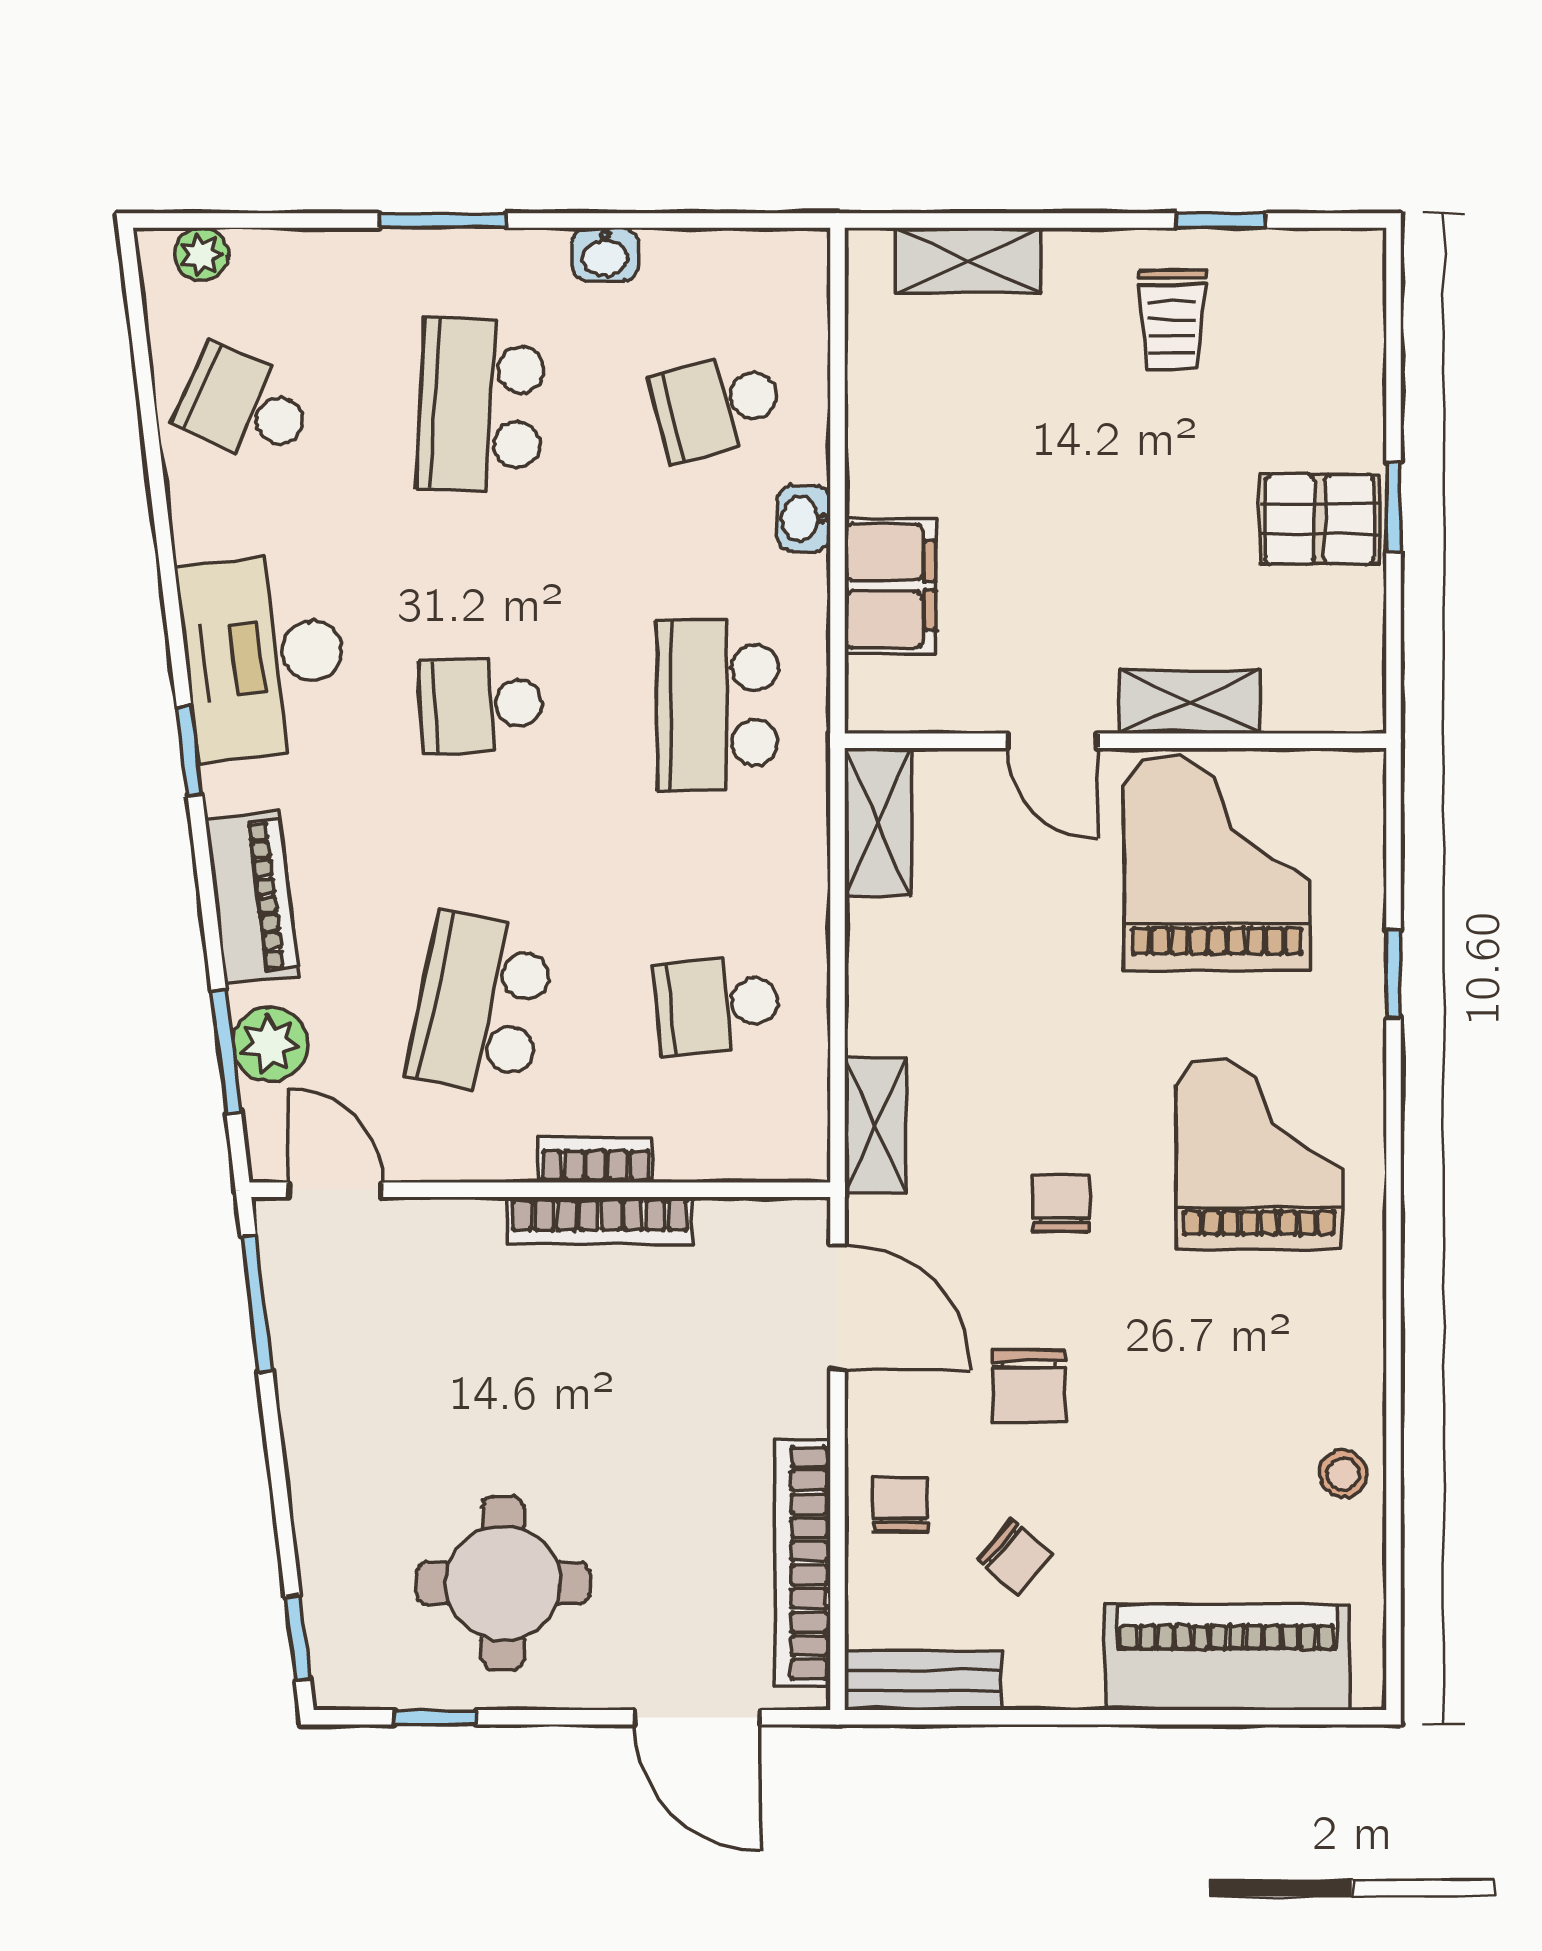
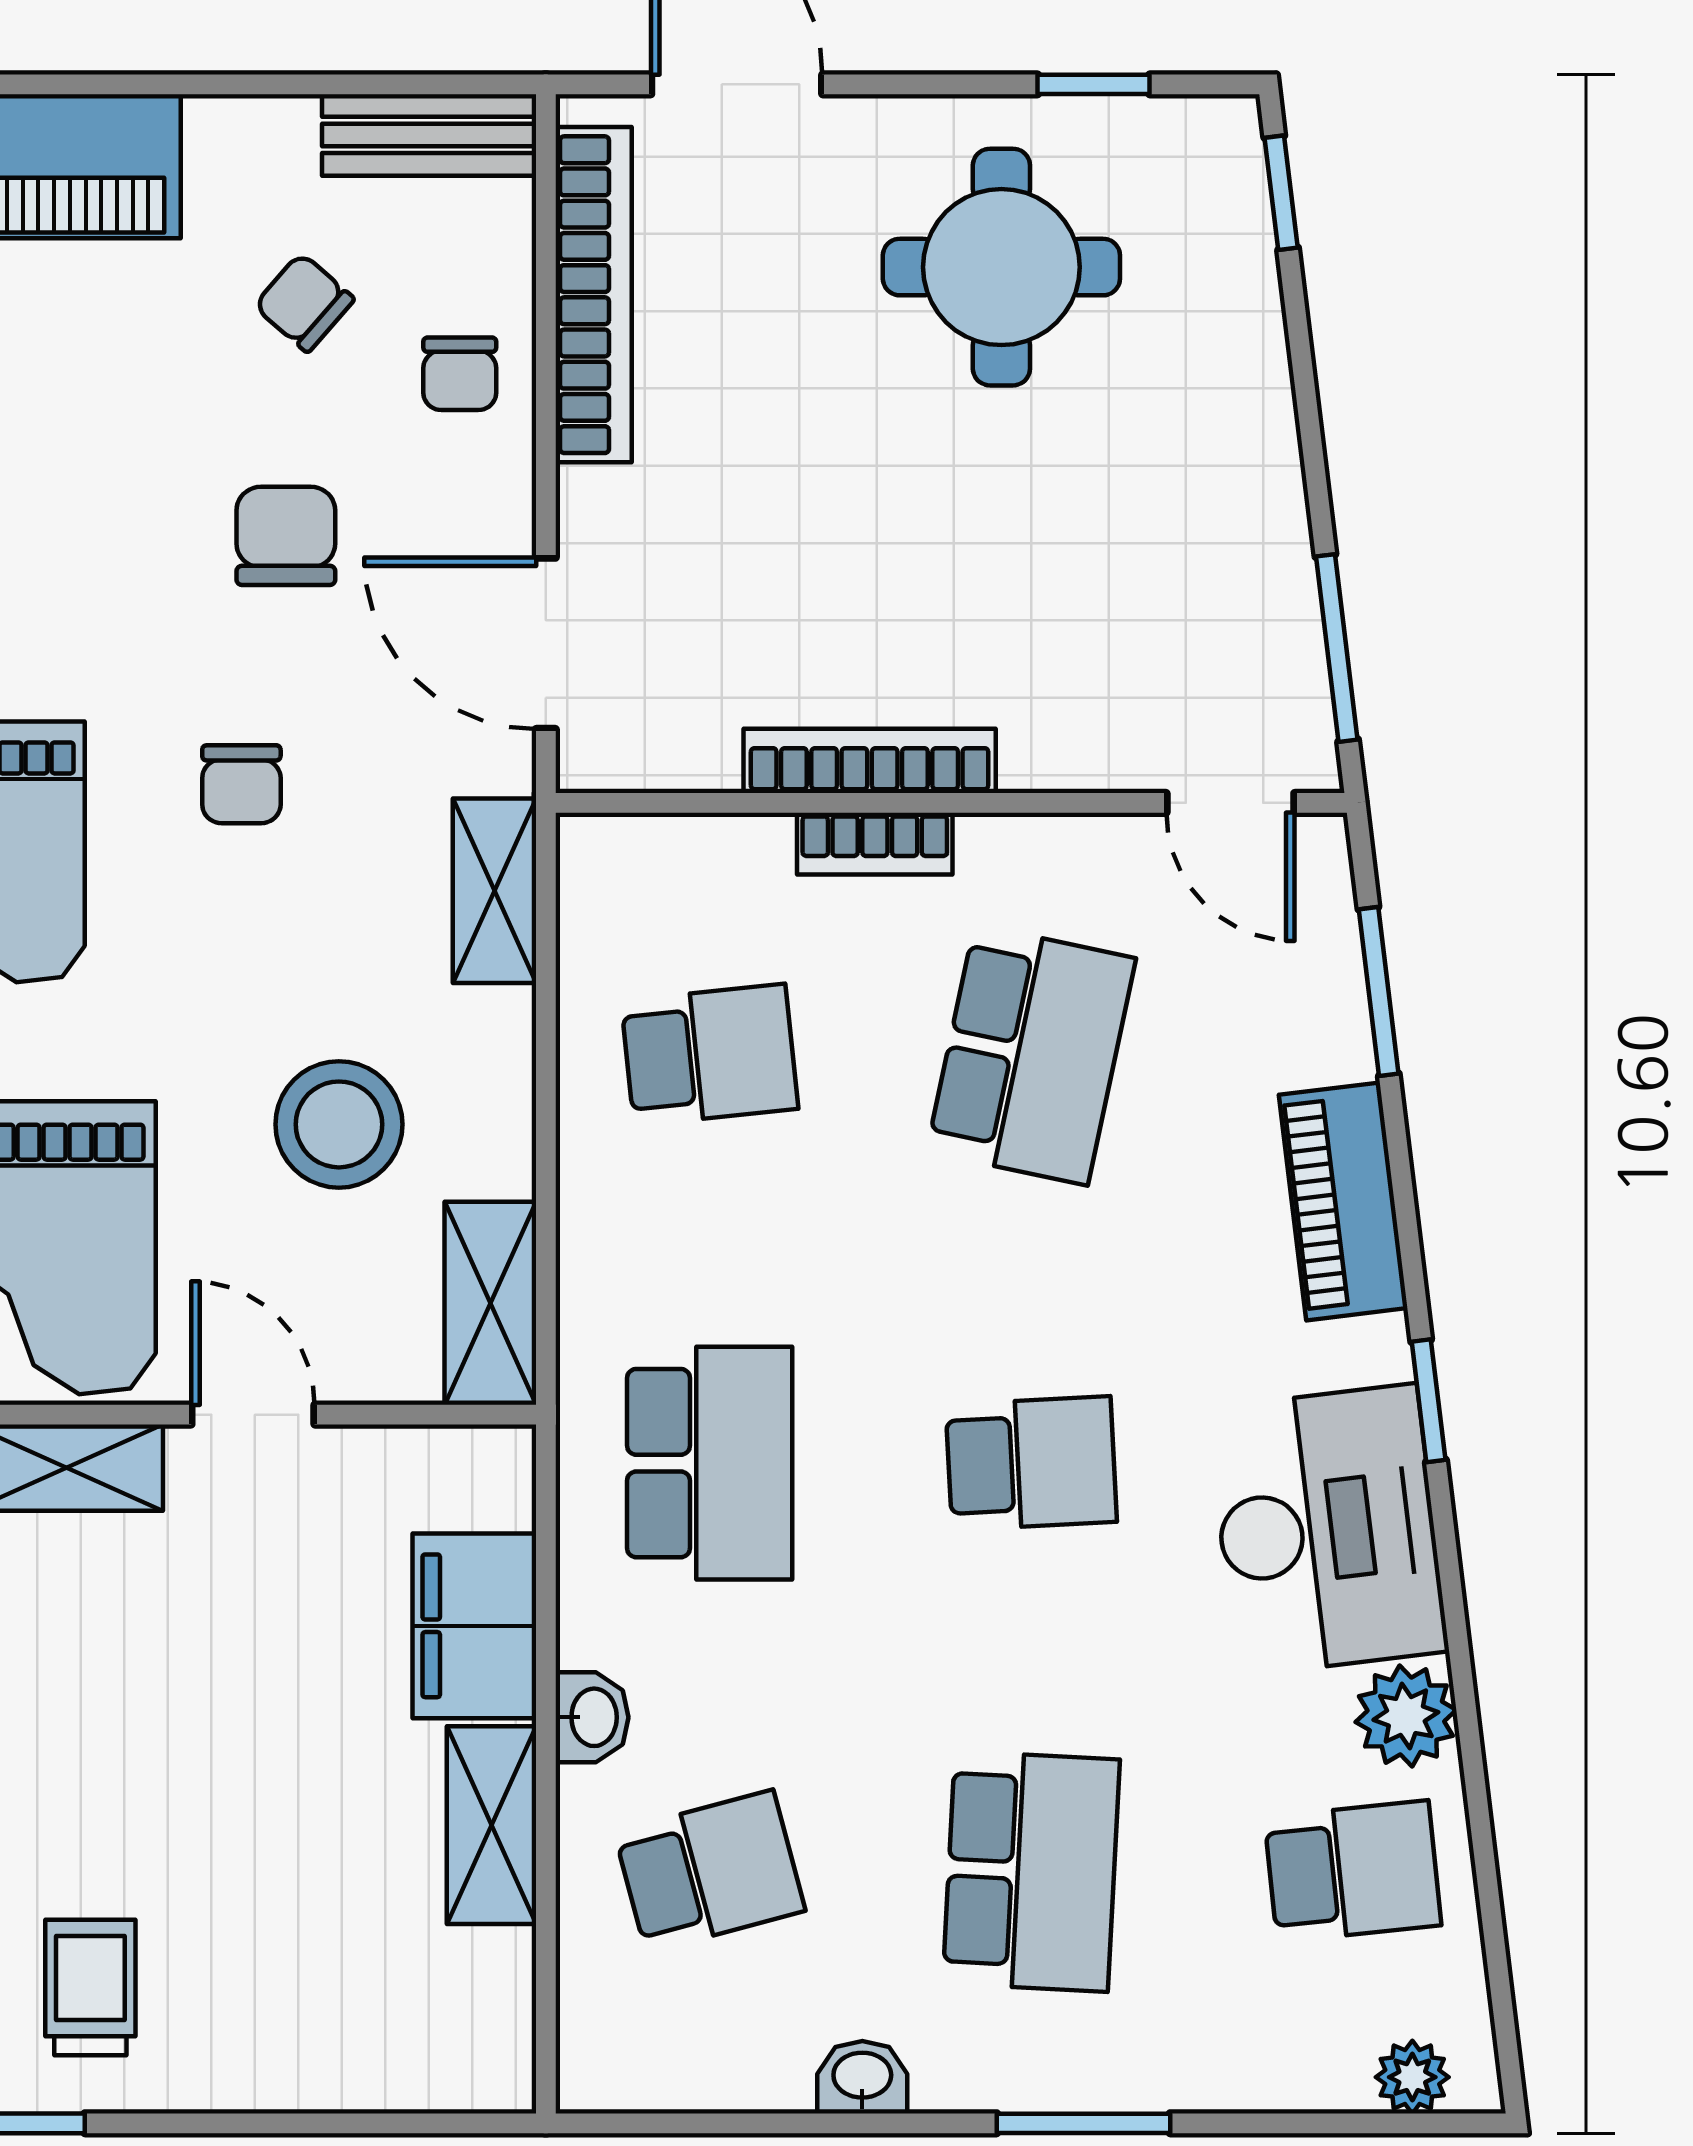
shelving: (969, 260) -> (492, 1825), moved, turned 90
school desk: (245, 405) -> (1353, 1871), turned -30
stool: (989, 954) -> (339, 1124), added
plant: (270, 1044) -> (1406, 1716), moved

